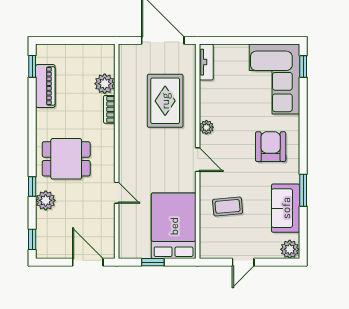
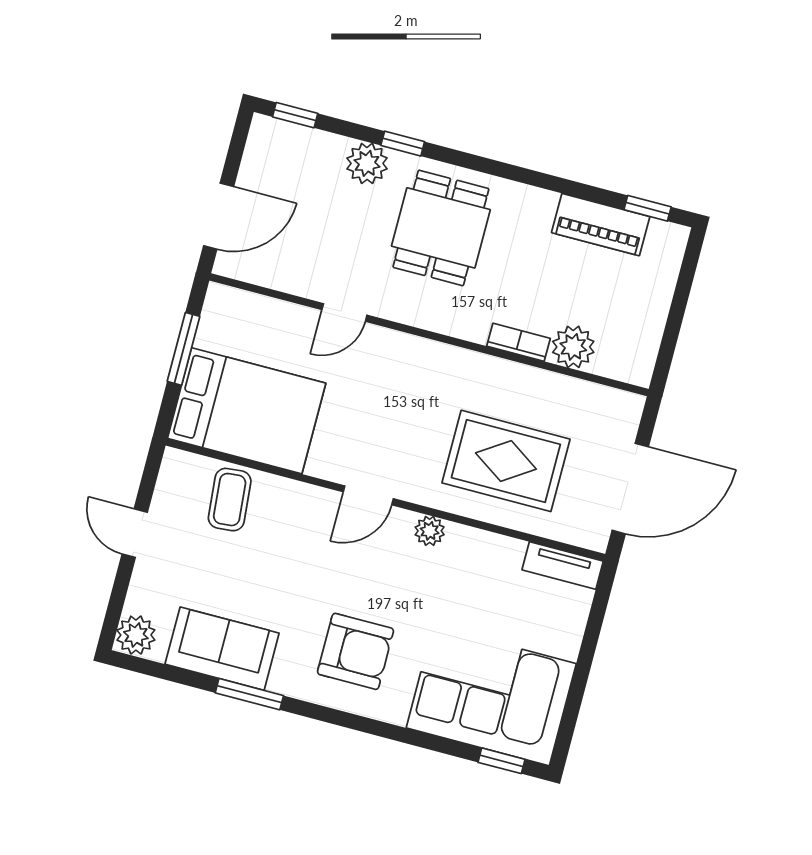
coffee table: (228, 206) -> (230, 500), moved
window: (153, 262) -> (183, 349), width x1.50

